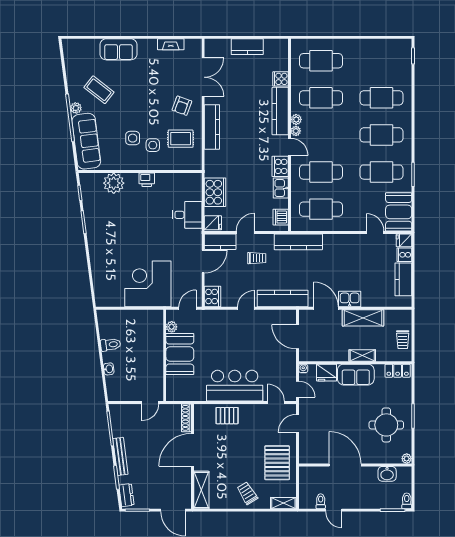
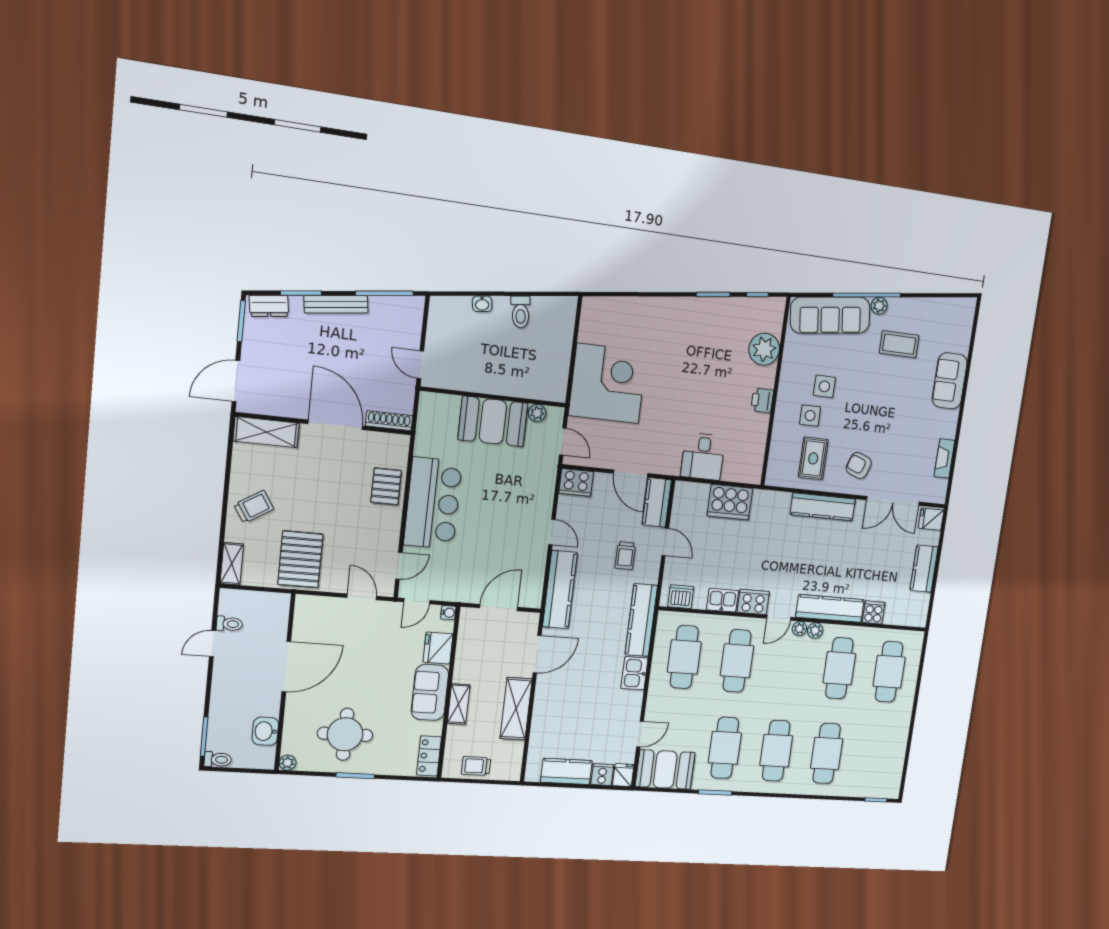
coffee table: (99, 90) -> (899, 344), turned 52
fridge: (213, 223) -> (931, 519), moved, turned 90
kitchen sink: (350, 299) -> (634, 673), moved, turned 180
pallet: (277, 463) -> (300, 559), turned 90

